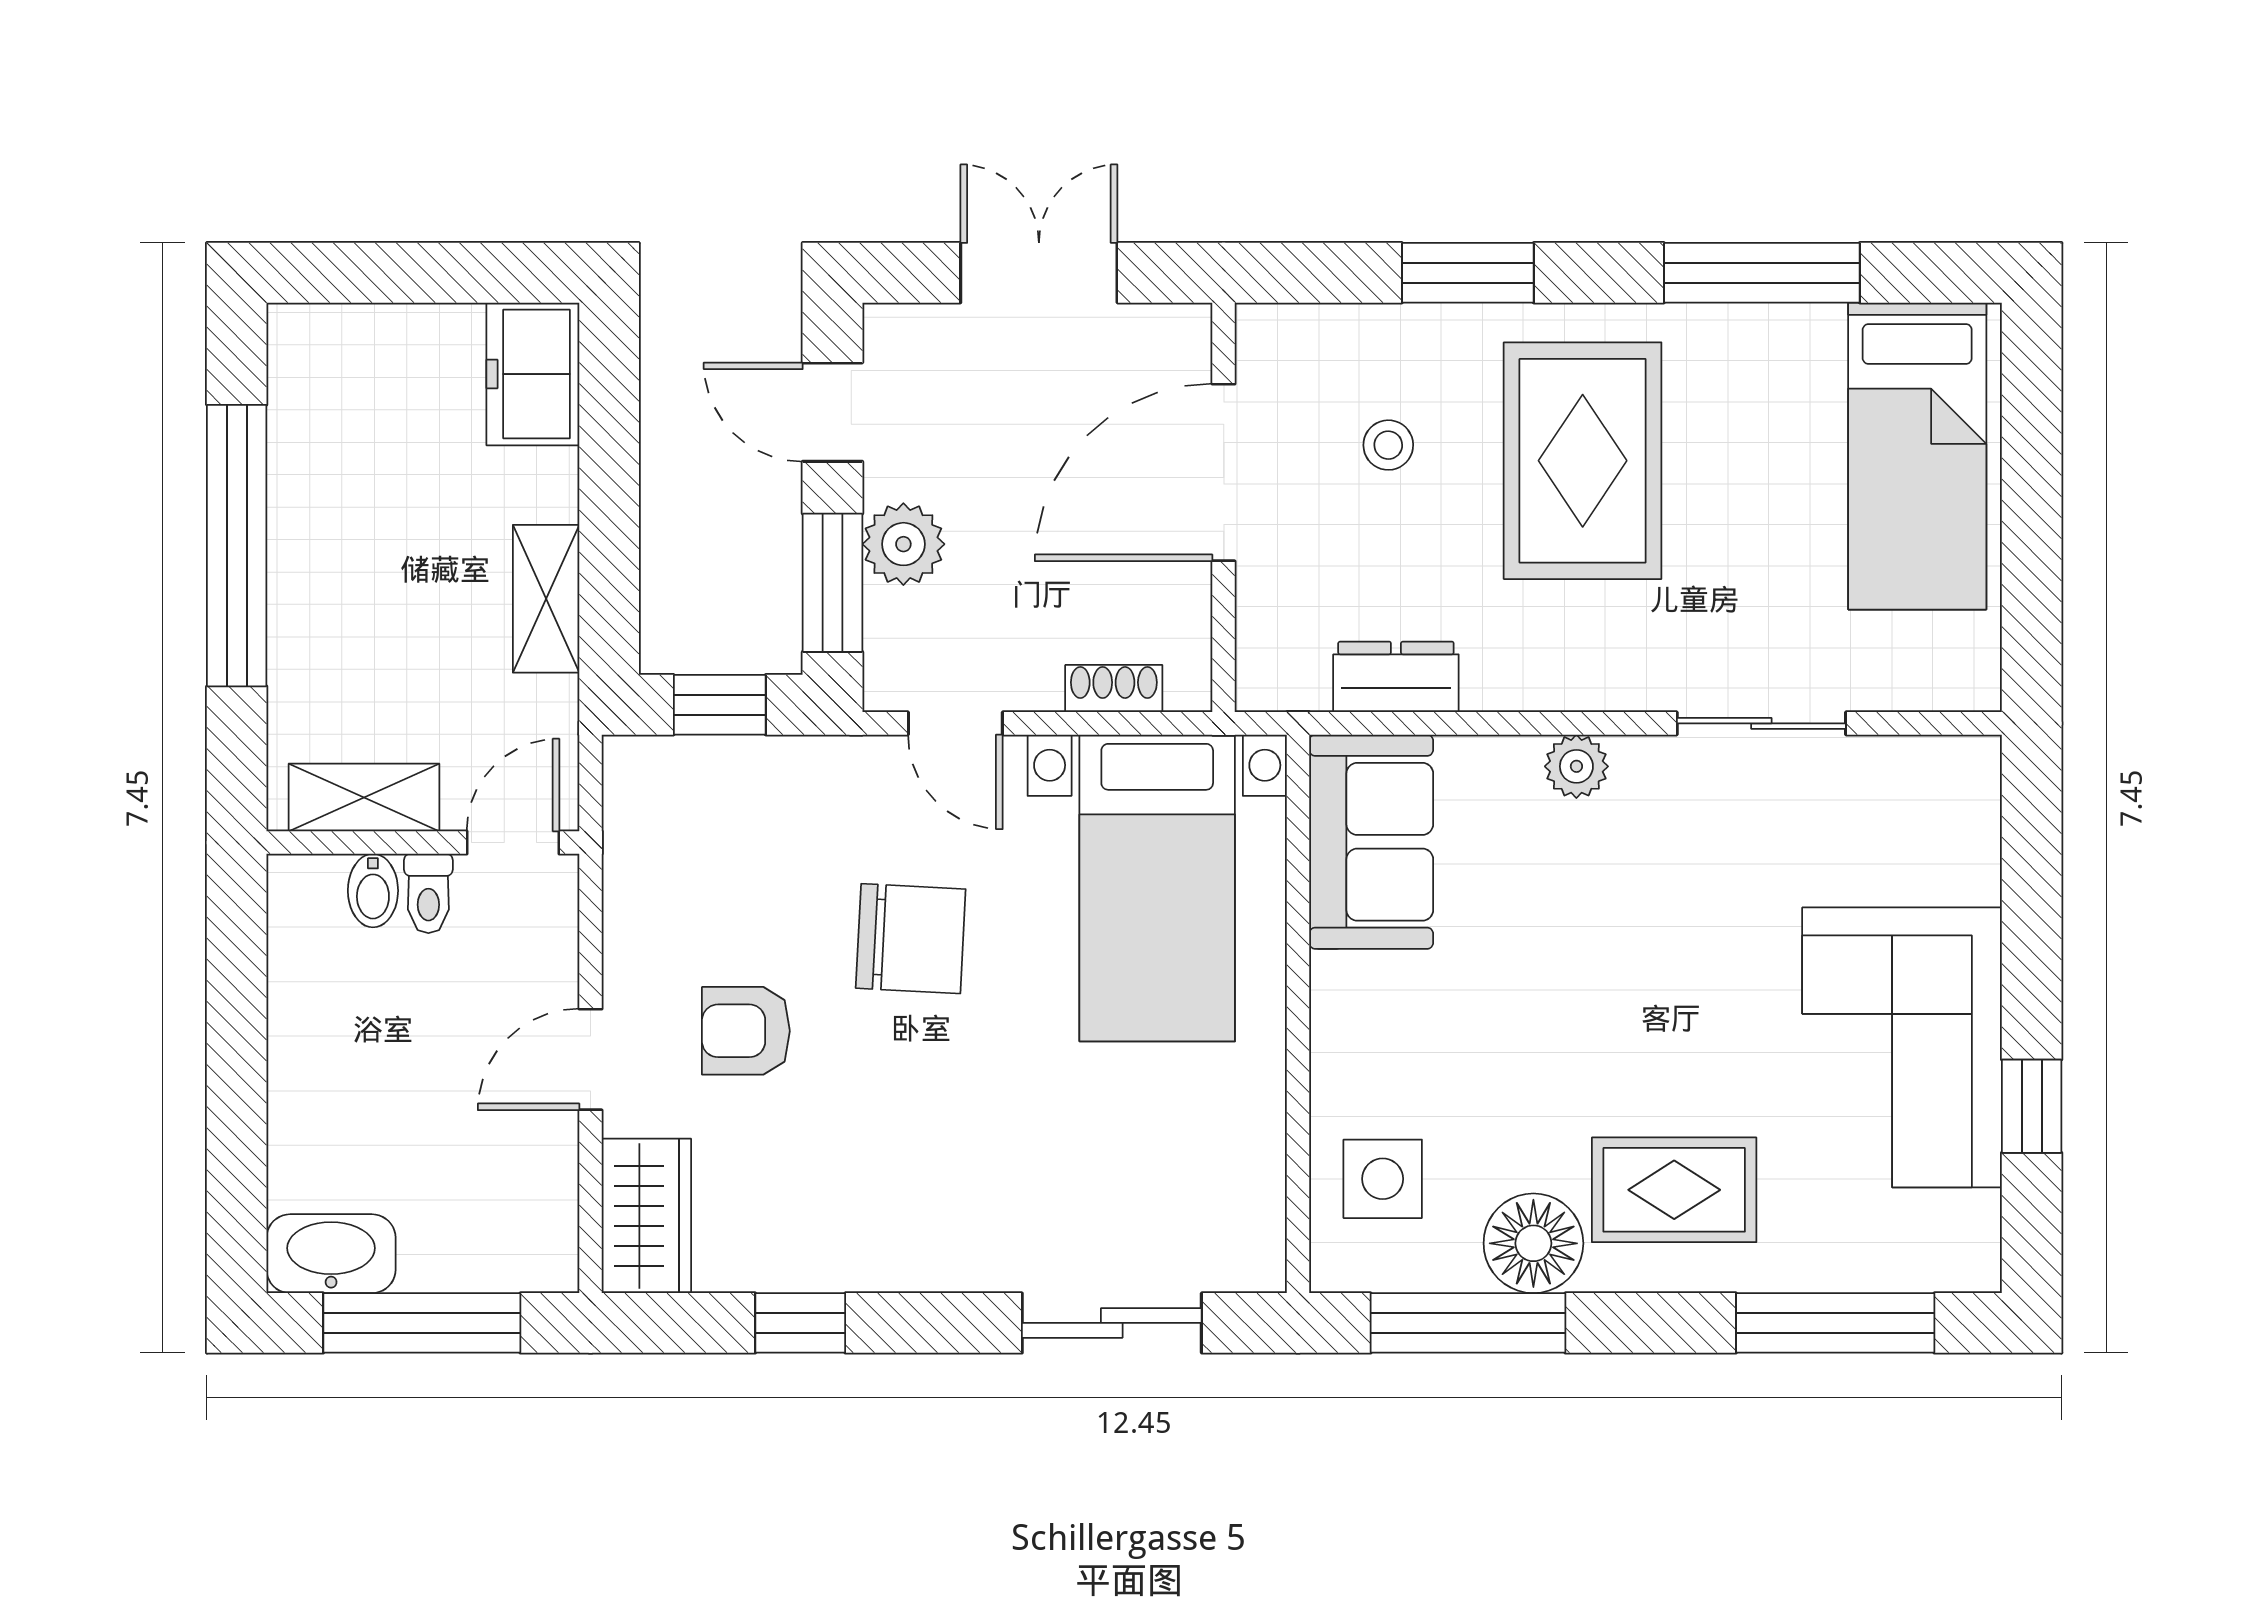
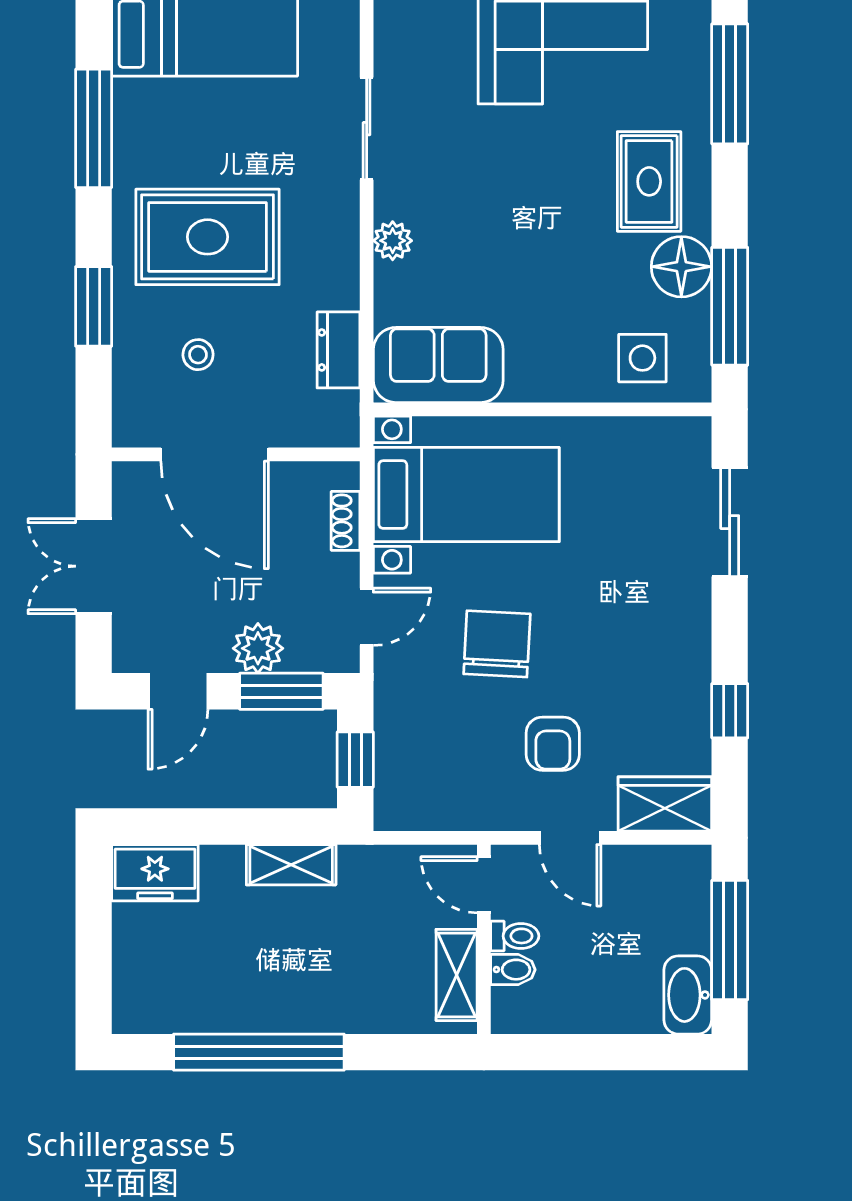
shelving: (364, 797) -> (457, 975), moved
wall: (423, 843) -> (484, 939), moved
door: (513, 843) -> (484, 885), moved
bidet: (373, 891) -> (513, 970), moved
toilet: (428, 893) -> (515, 936), moved

